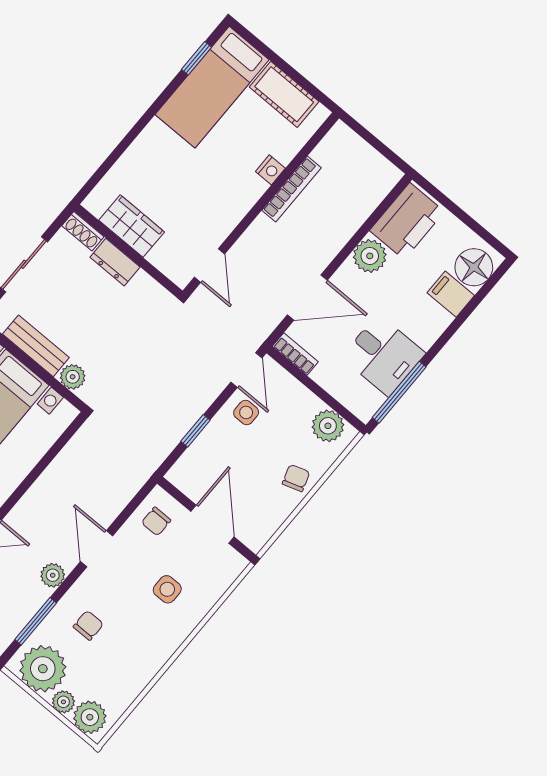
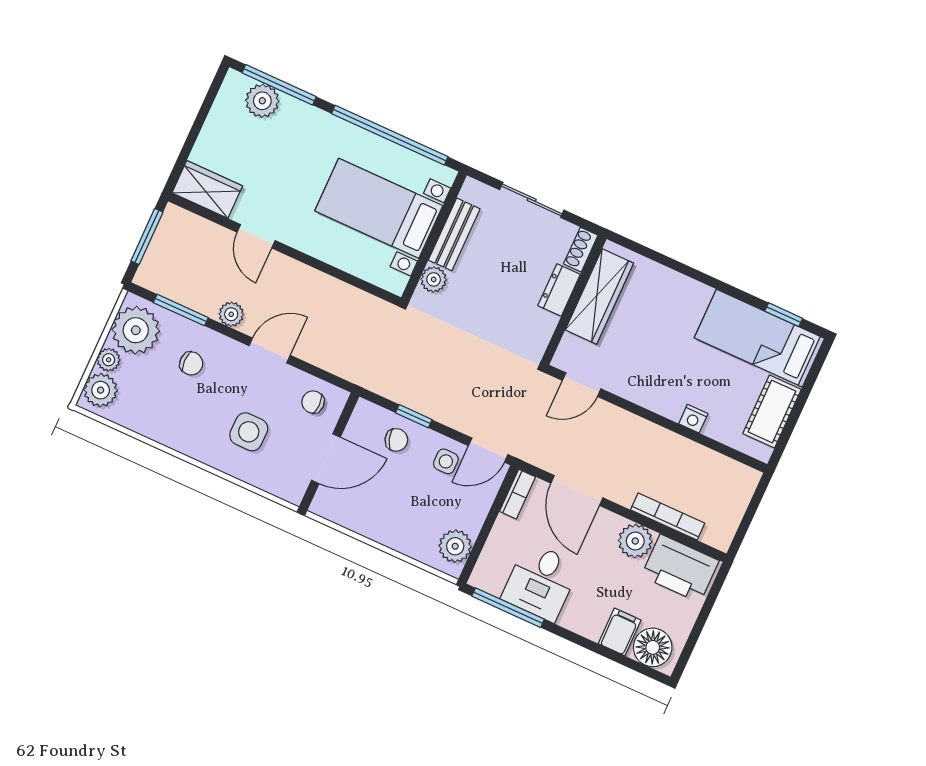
bookcase: (291, 189) -> (668, 517), moved, turned 180
wardrobe: (132, 226) -> (599, 297), width x1.50
chair: (296, 478) -> (396, 440), moved
side table: (167, 589) -> (249, 432), width x1.37, depth x1.37

